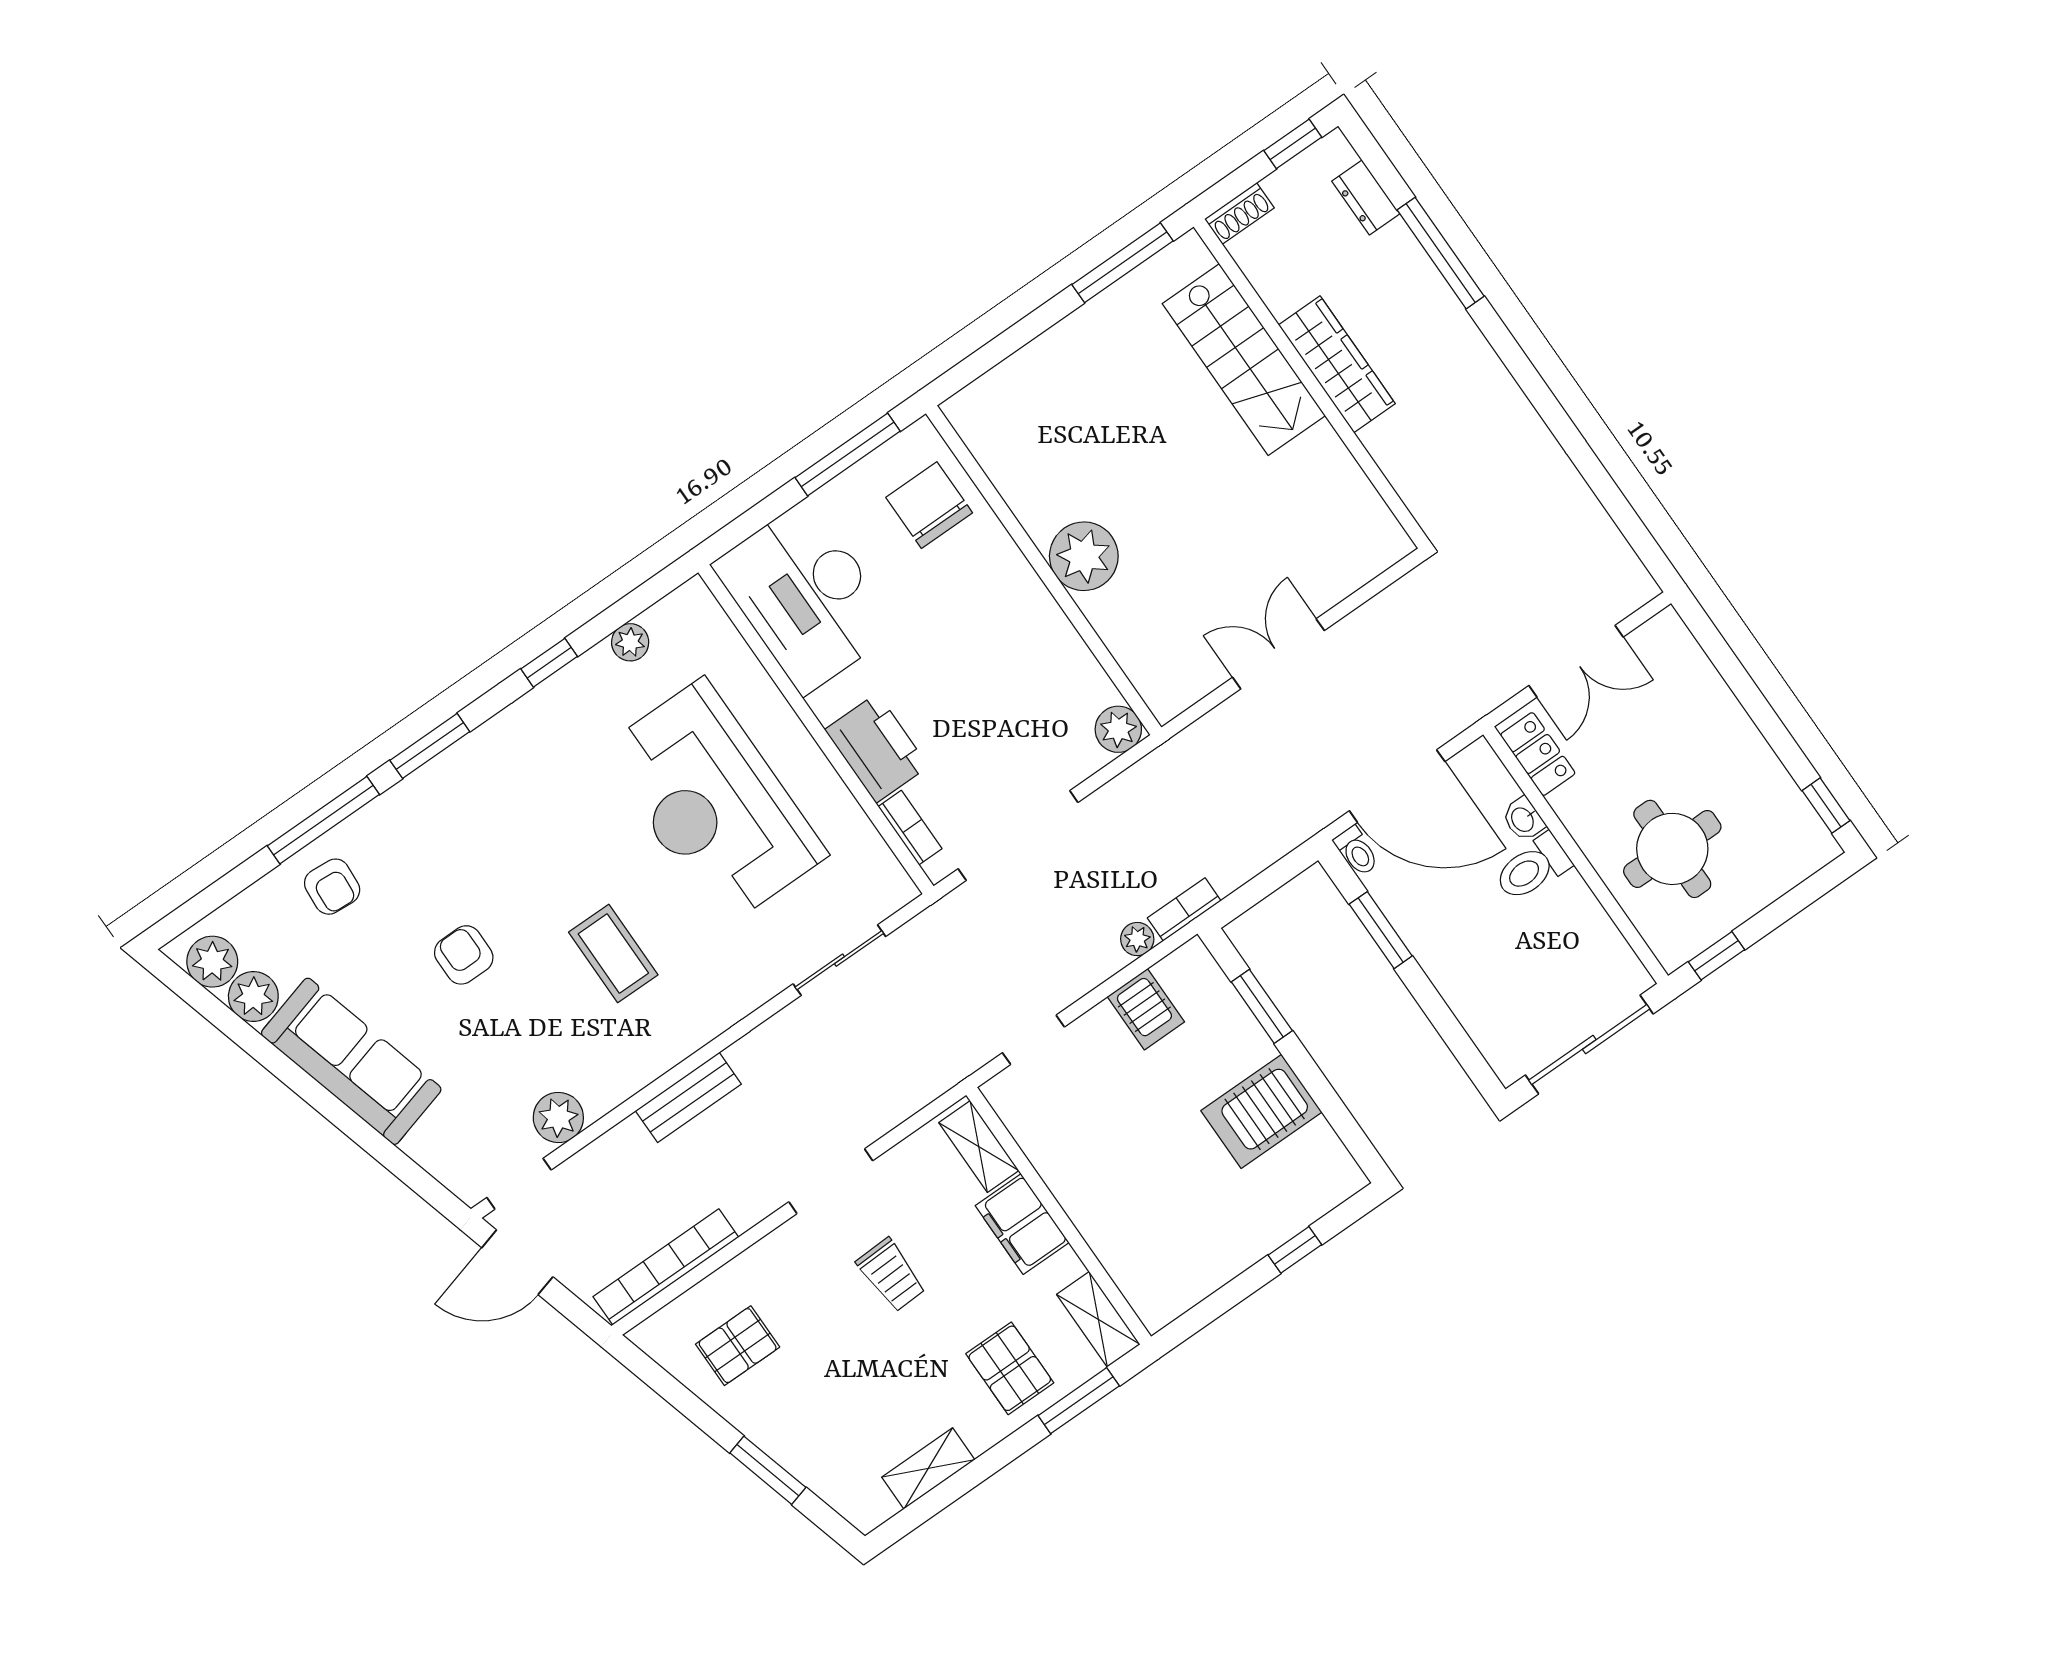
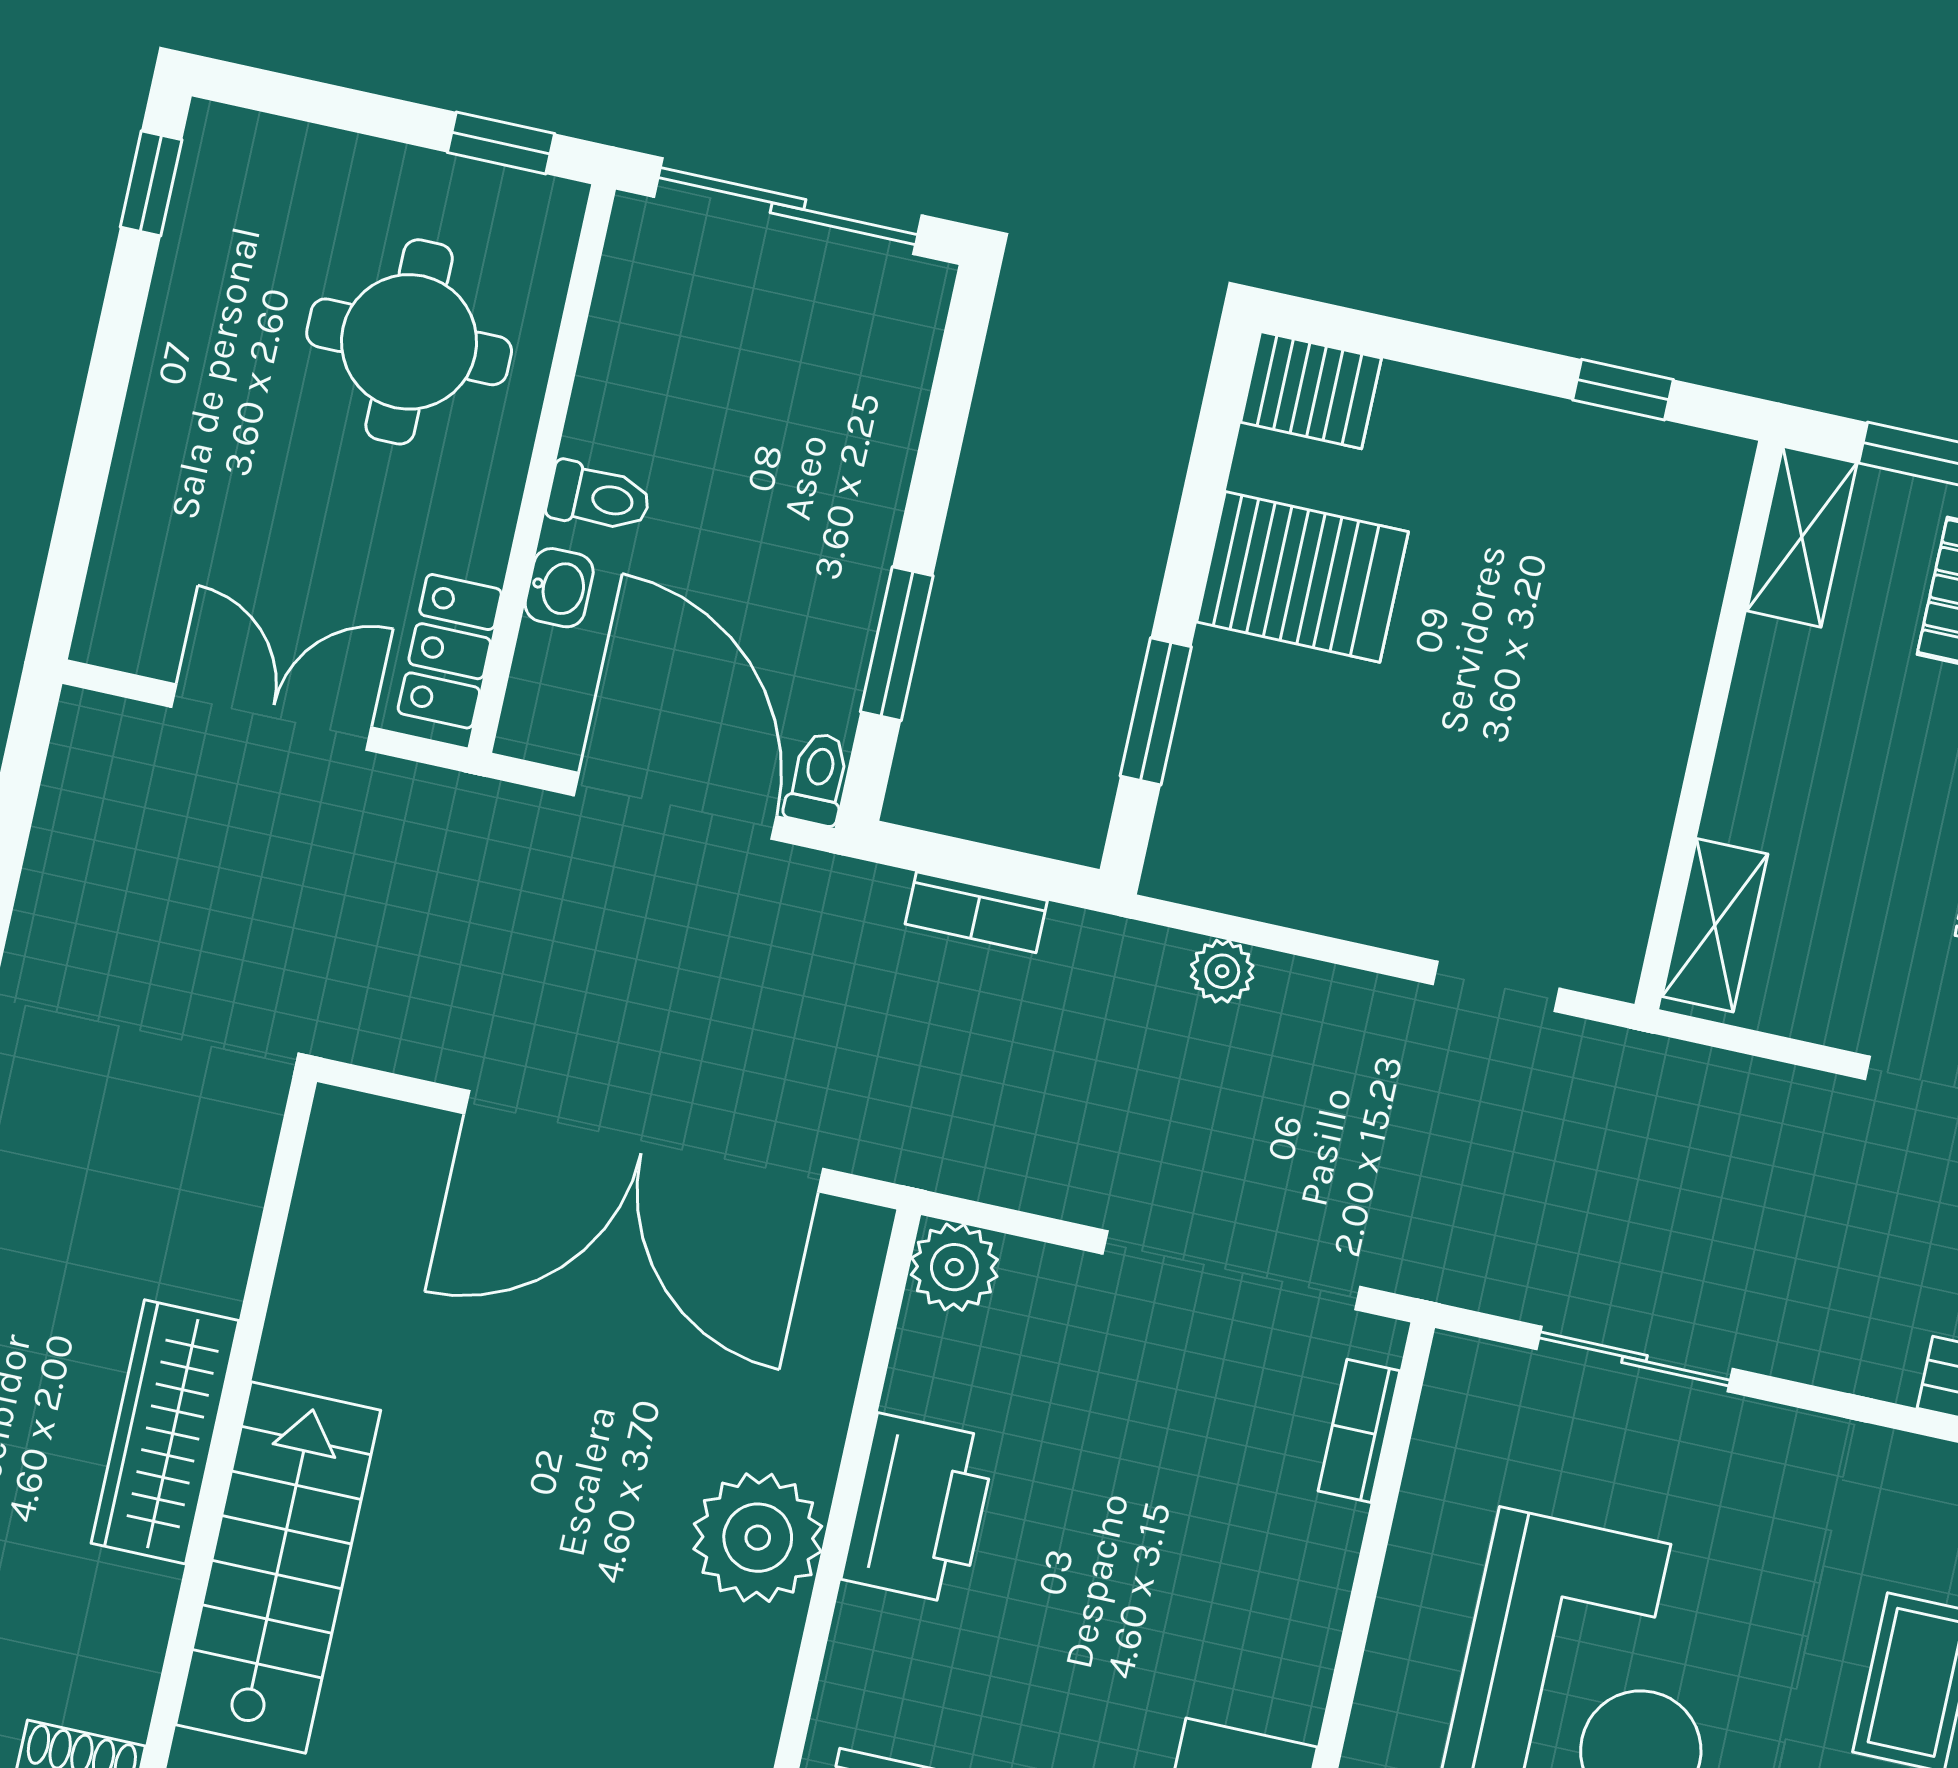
double door: (1278, 654) -> (644, 1141), width x1.87
printer: (877, 748) -> (919, 1509), moved, turned 180
toilet: (1532, 868) -> (599, 497), width x0.73, depth x0.72
bookcase: (1184, 909) -> (976, 912), moved
server rack: (1146, 1009) -> (1311, 390), moved, turned 90
filing cabinet: (1022, 1224) -> (1767, 765), removed
window: (1295, 1250) -> (1623, 390), moved

